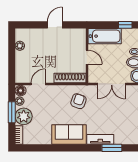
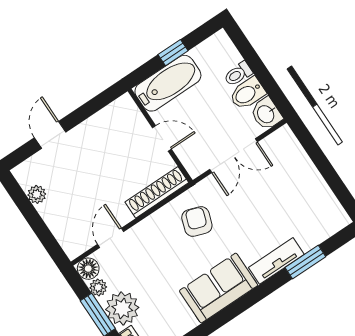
door: (55, 25) -> (50, 135), moved
window: (125, 25) -> (173, 53), moved

